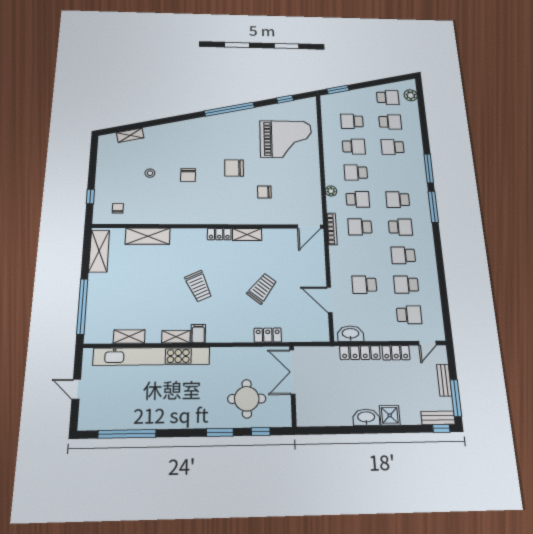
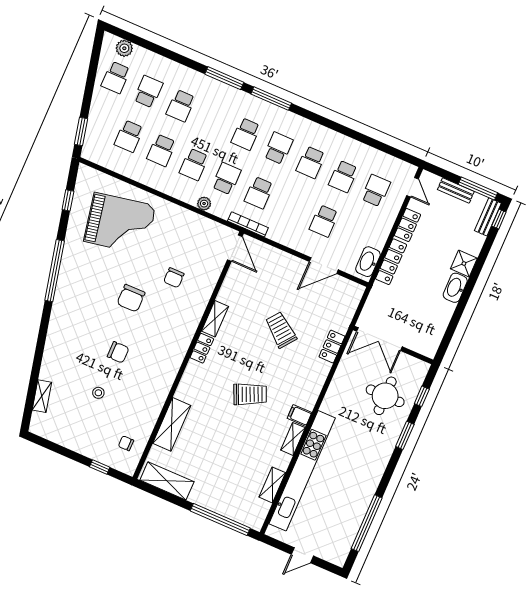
school desk: (388, 97) -> (116, 77), turned 180
grand piano: (286, 139) -> (120, 224), turned 79
school desk: (354, 147) -> (161, 150), turned 180

